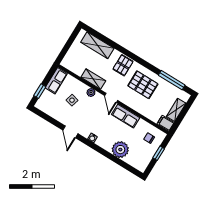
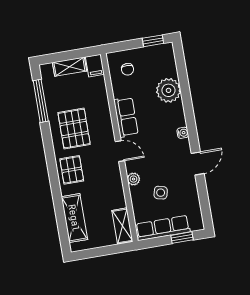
pallet: (123, 65) -> (72, 170), turned 90
shelving: (93, 79) -> (122, 226), moved
row of seats: (56, 81) -> (163, 228), width x1.48
door: (111, 98) -> (120, 151), hinge flipped
window: (159, 153) -> (153, 41), moved

